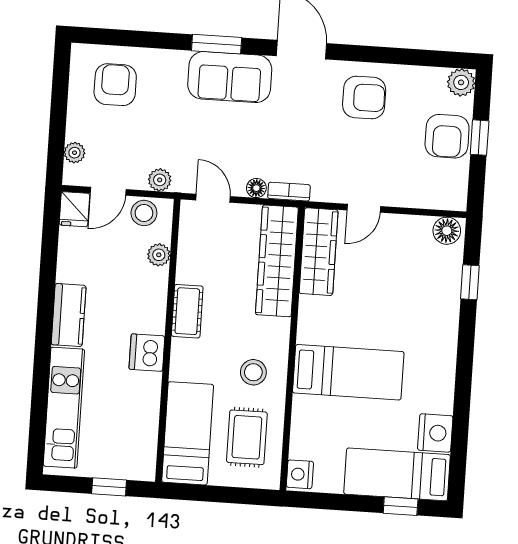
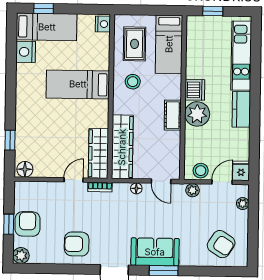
armchair: (115, 85) -> (221, 244), turned -57
bookcase: (289, 192) -> (100, 187), moved
plant: (159, 255) -> (197, 114), moved, width x1.88, depth x1.88

